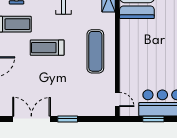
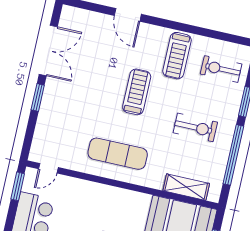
window: (153, 119) -> (18, 186), moved

